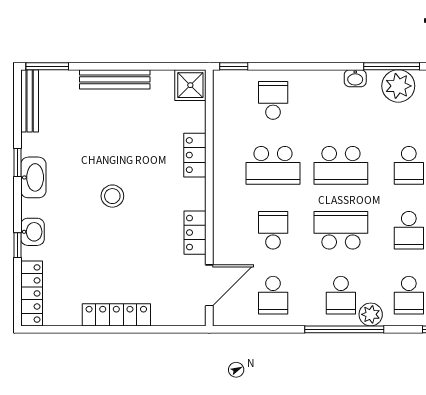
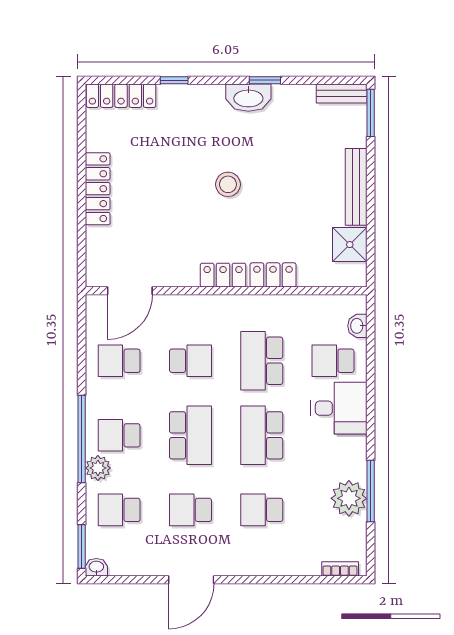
window: (234, 66) -> (371, 318), removed
washbasin: (355, 78) -> (357, 326), moved
shower: (190, 85) -> (350, 245), moved
desk: (316, 95) -> (339, 408), added
school desk: (273, 100) -> (333, 361), turned 180
bench: (30, 101) -> (342, 93), width x0.73
washbasin: (32, 232) -> (189, 97), removed
locker: (195, 233) -> (223, 275), moved
door: (209, 285) -> (130, 291), hinge flipped

